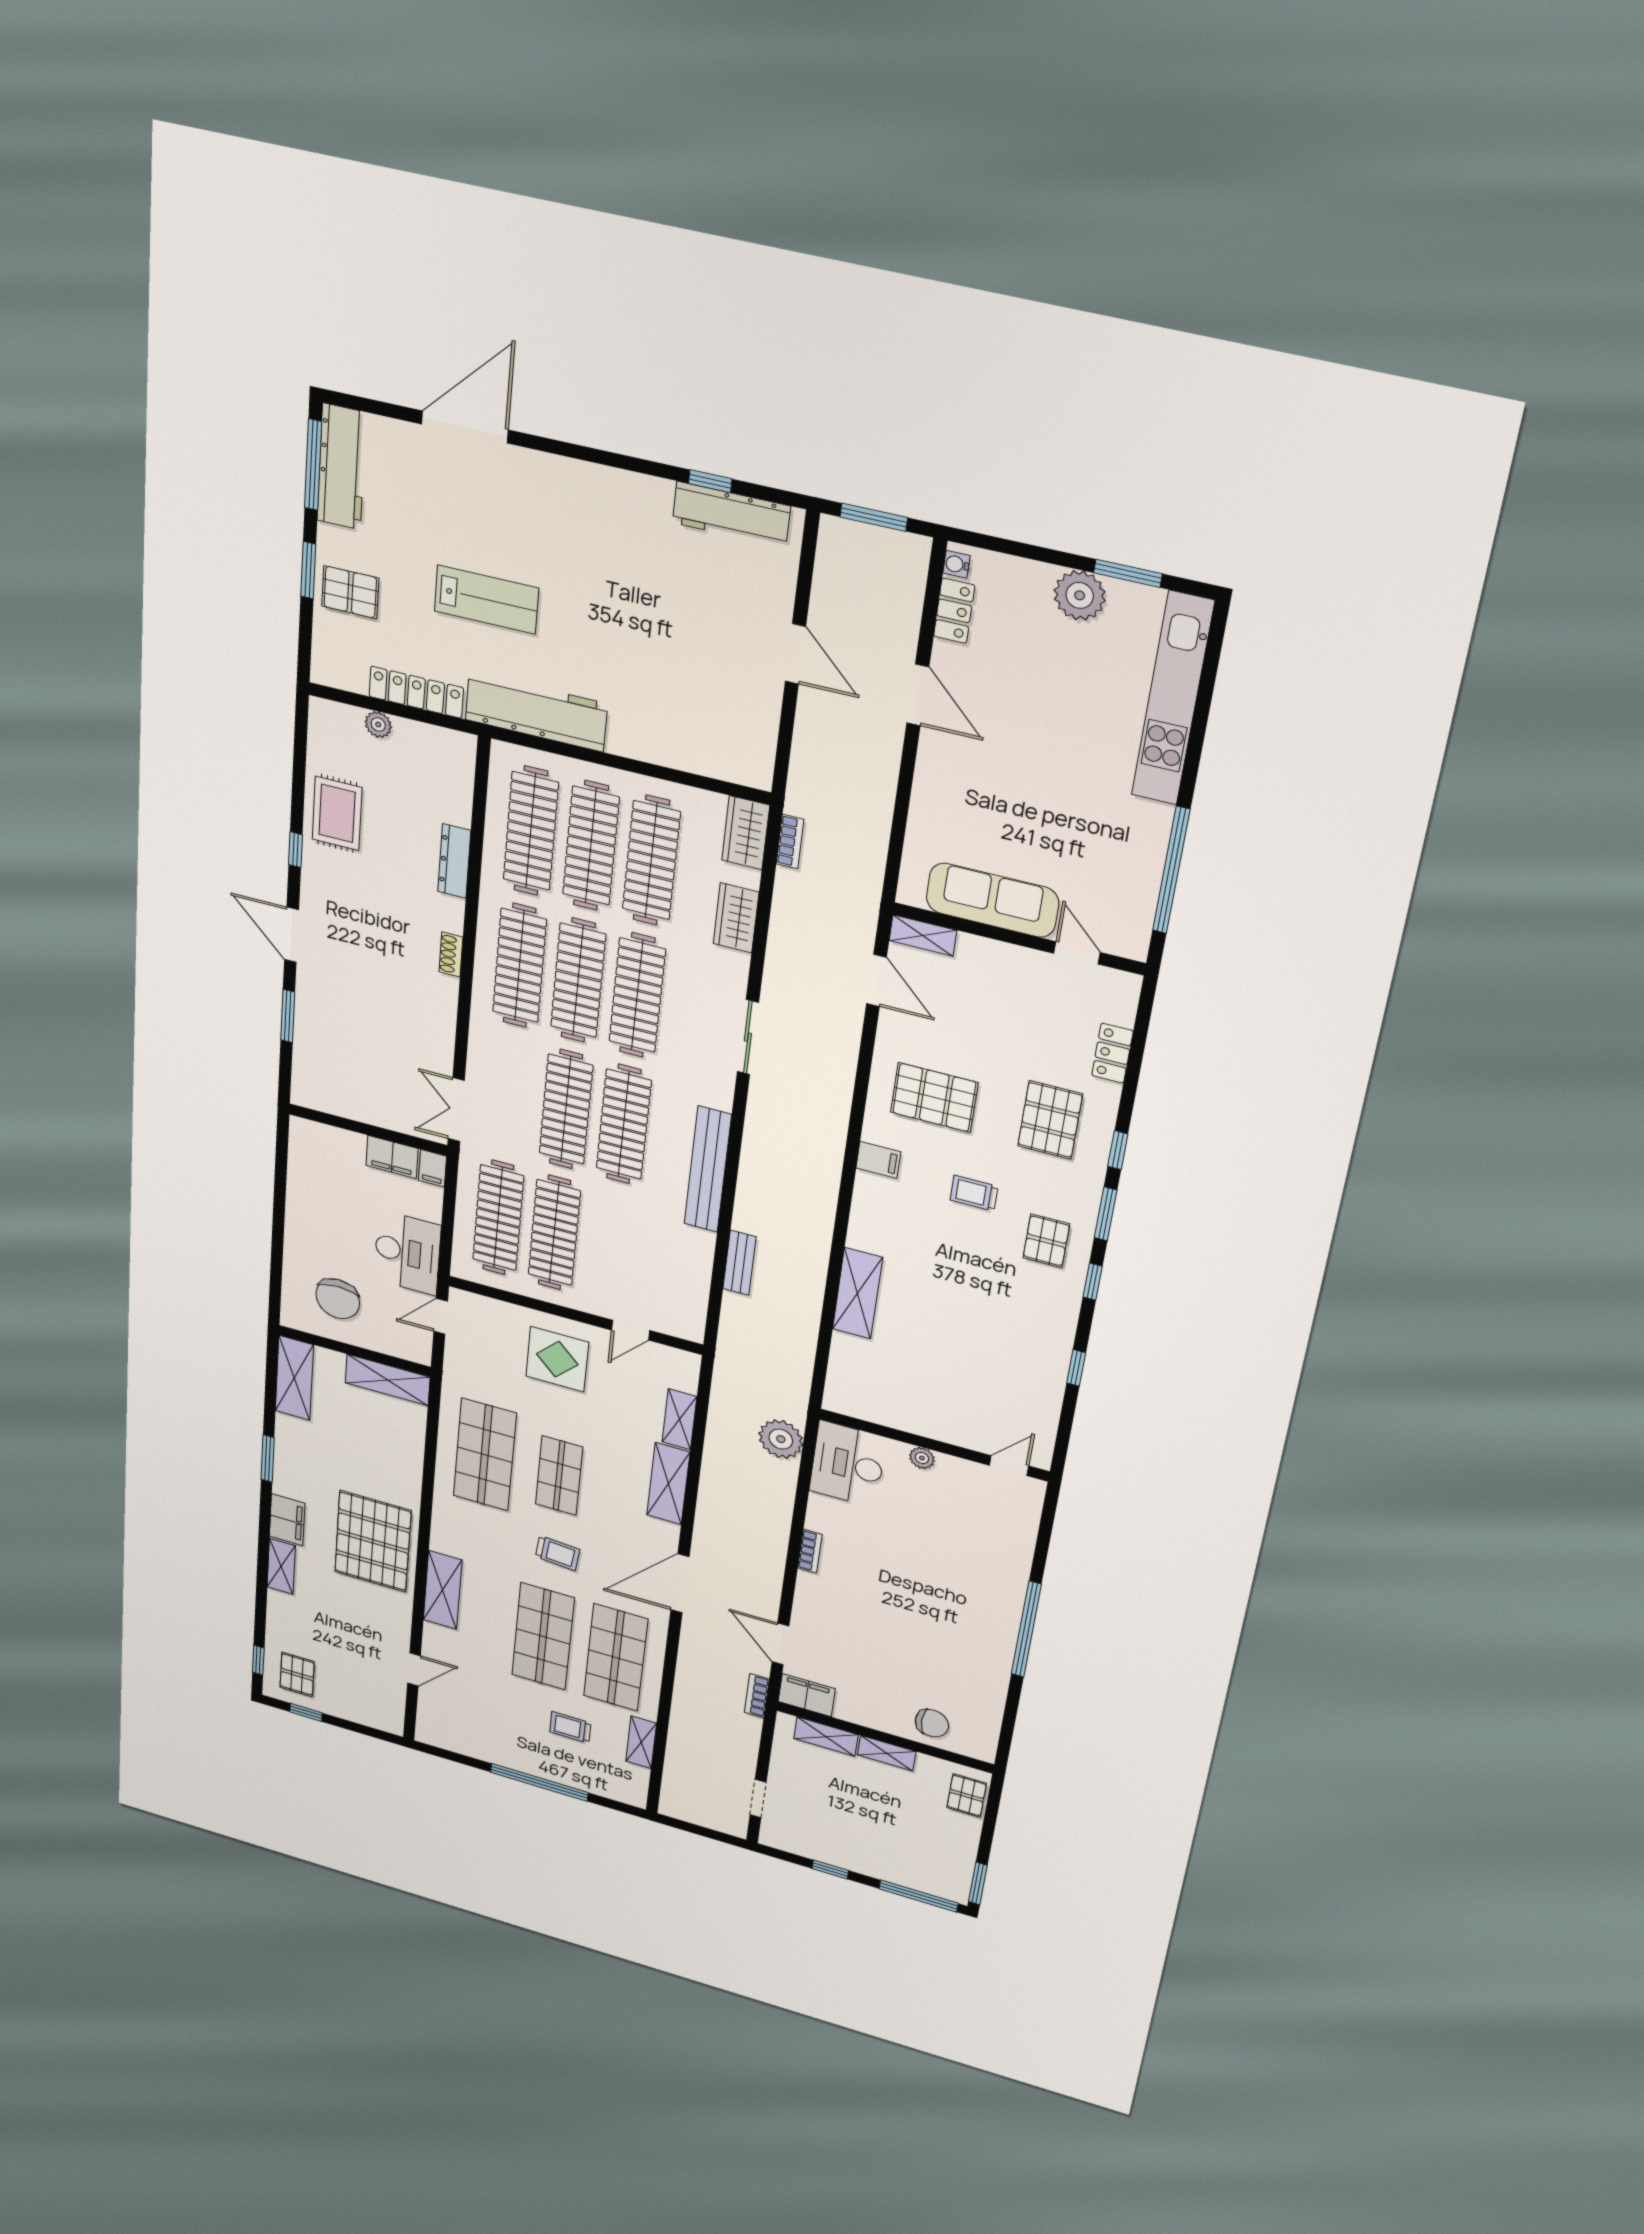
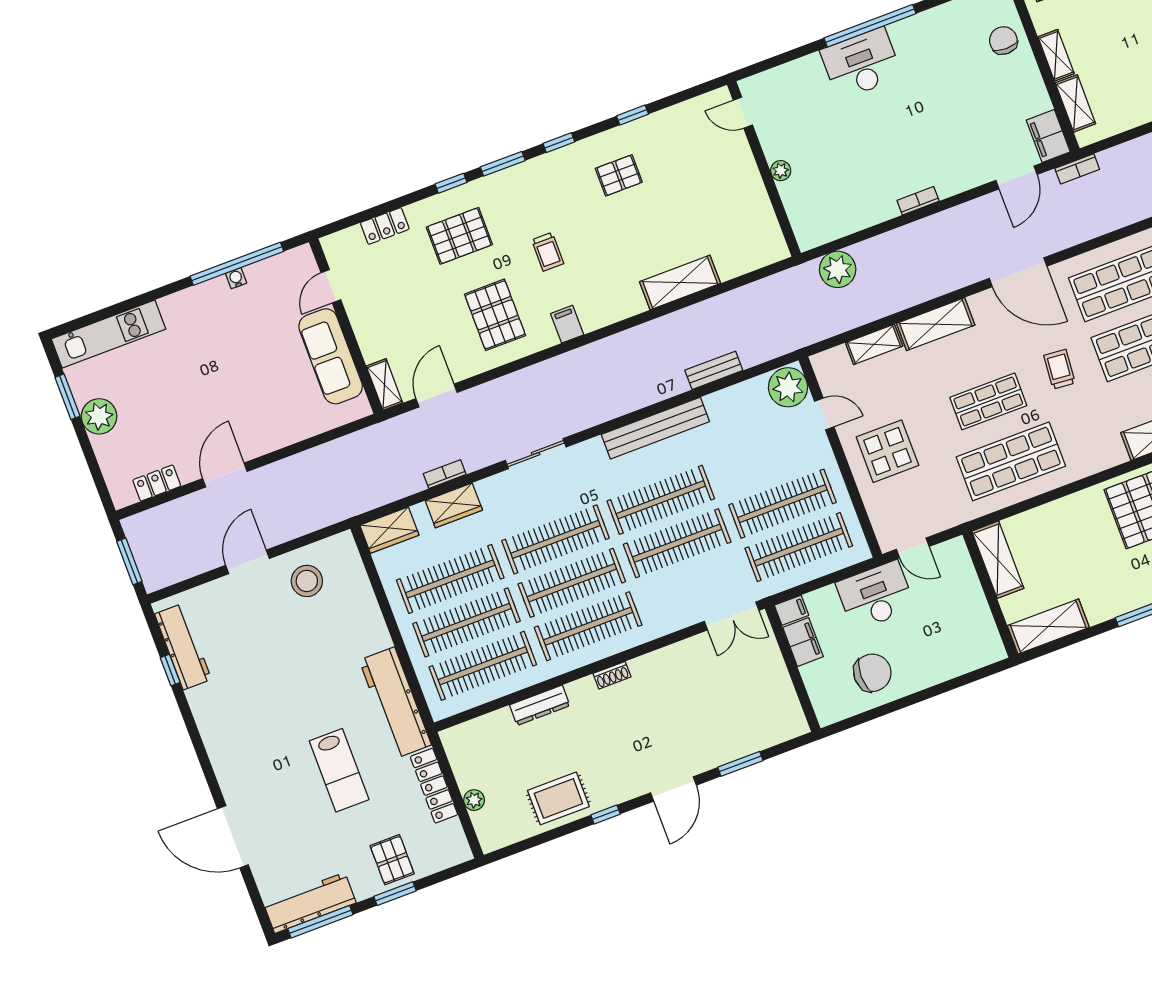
water cooler: (956, 564) -> (236, 278), moved, turned 180
lab bench: (486, 600) -> (339, 770), turned 180
kitchen unit: (1173, 699) -> (108, 334), width x0.73
stool: (735, 706) -> (307, 581), added
bookcase: (790, 842) -> (445, 474), moved
pallet: (1046, 1241) -> (619, 175), moved
chair: (338, 1299) -> (872, 673), moved
plant: (679, 1317) -> (788, 387), added
desk: (848, 1464) -> (861, 64), moved, turned 180

